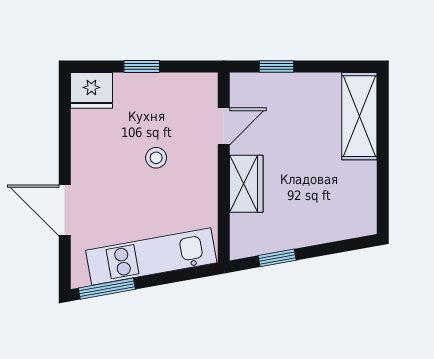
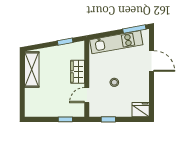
window: (142, 67) -> (108, 119), moved
shelving: (359, 116) -> (32, 69), moved

